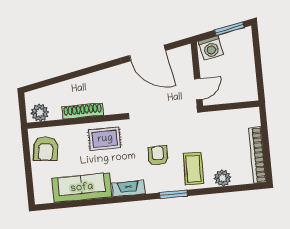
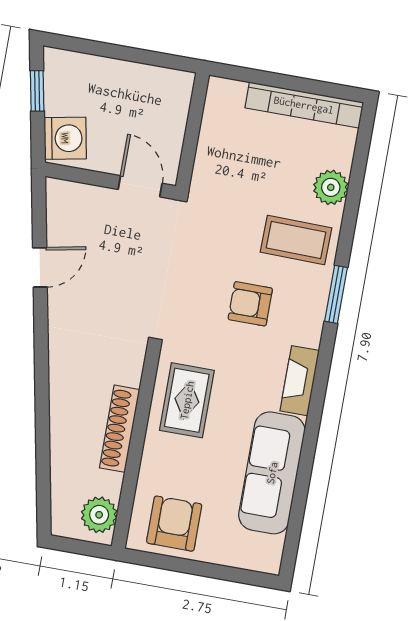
window: (229, 29) -> (37, 91), width x0.67
door: (147, 53) -> (40, 267), width x0.53
armchair: (46, 149) -> (174, 524), turned -97

